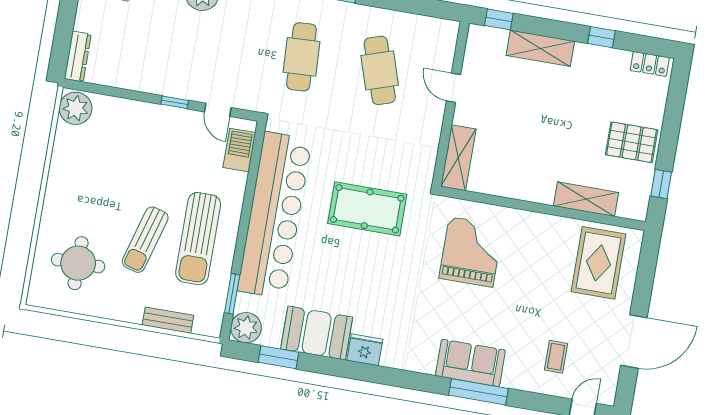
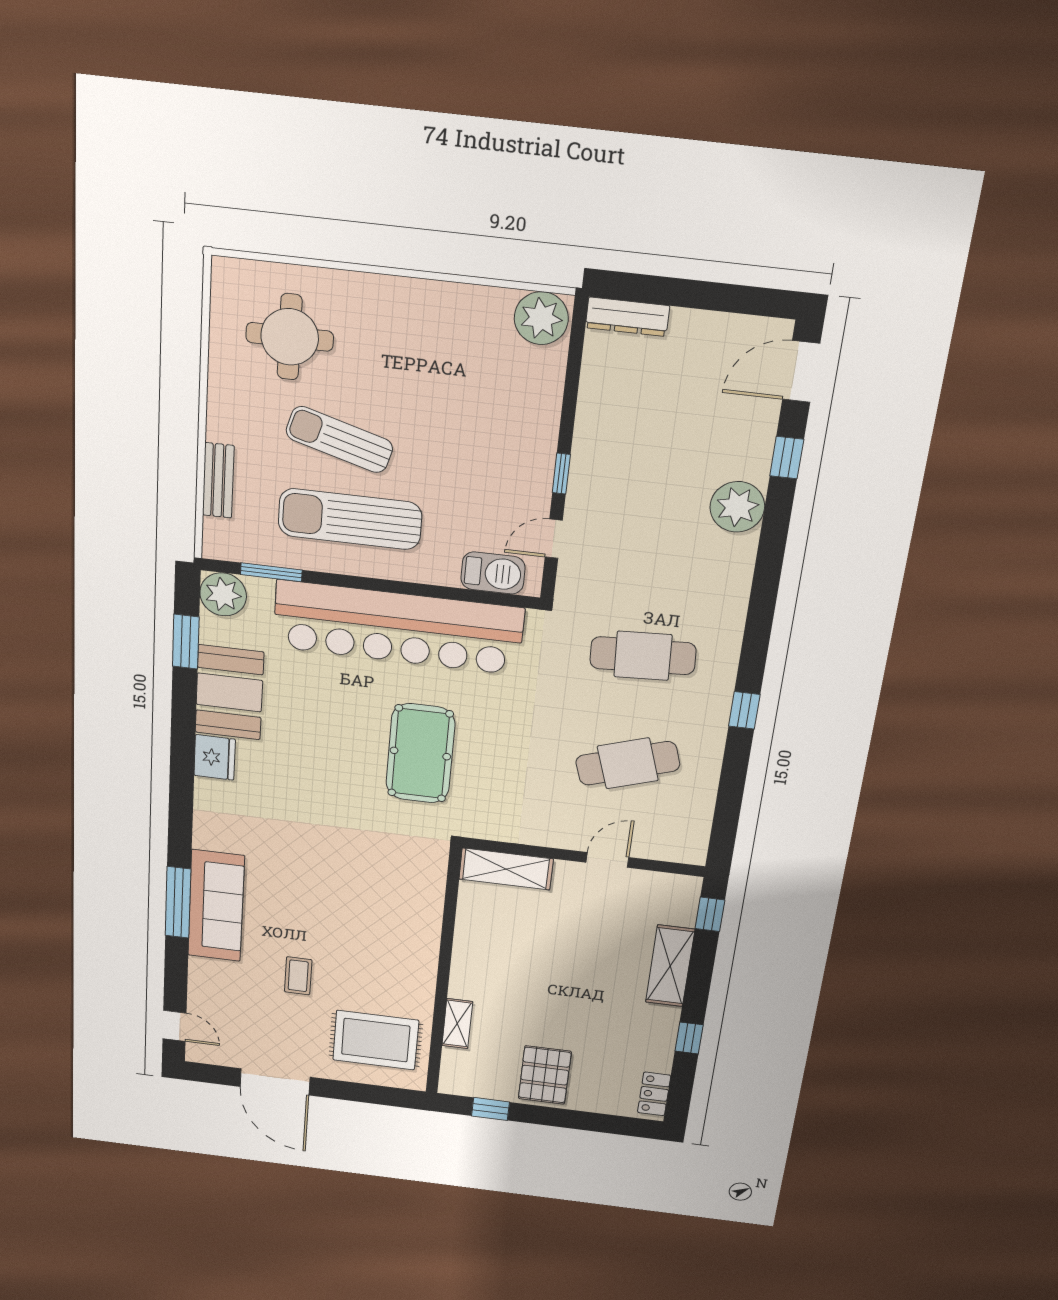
shelving: (586, 199) -> (457, 1024), width x0.67, depth x0.75
grand piano: (471, 252) -> (373, 888), removed
coffee table: (556, 357) -> (298, 976), moved, turned 90
sofa: (470, 363) -> (216, 906), width x1.36

